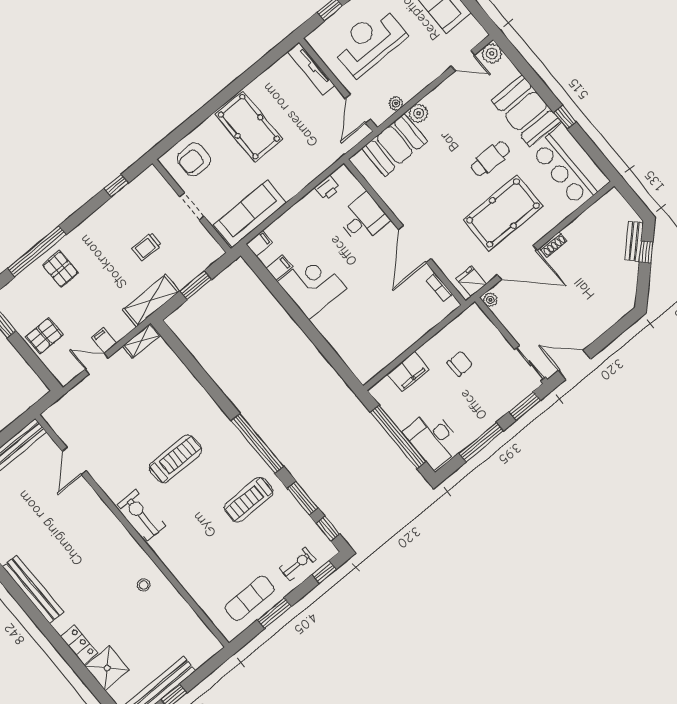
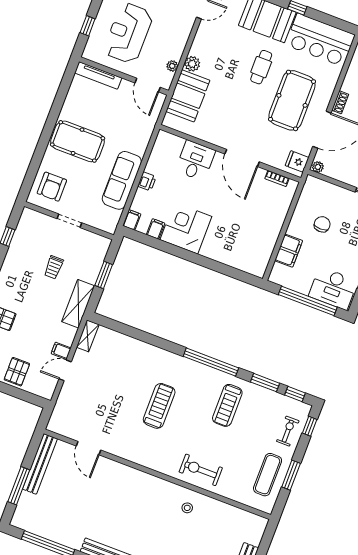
printer: (327, 188) -> (147, 181), moved
sofa: (250, 214) -> (122, 180), moved
exercise bike: (141, 515) -> (201, 470), moved

